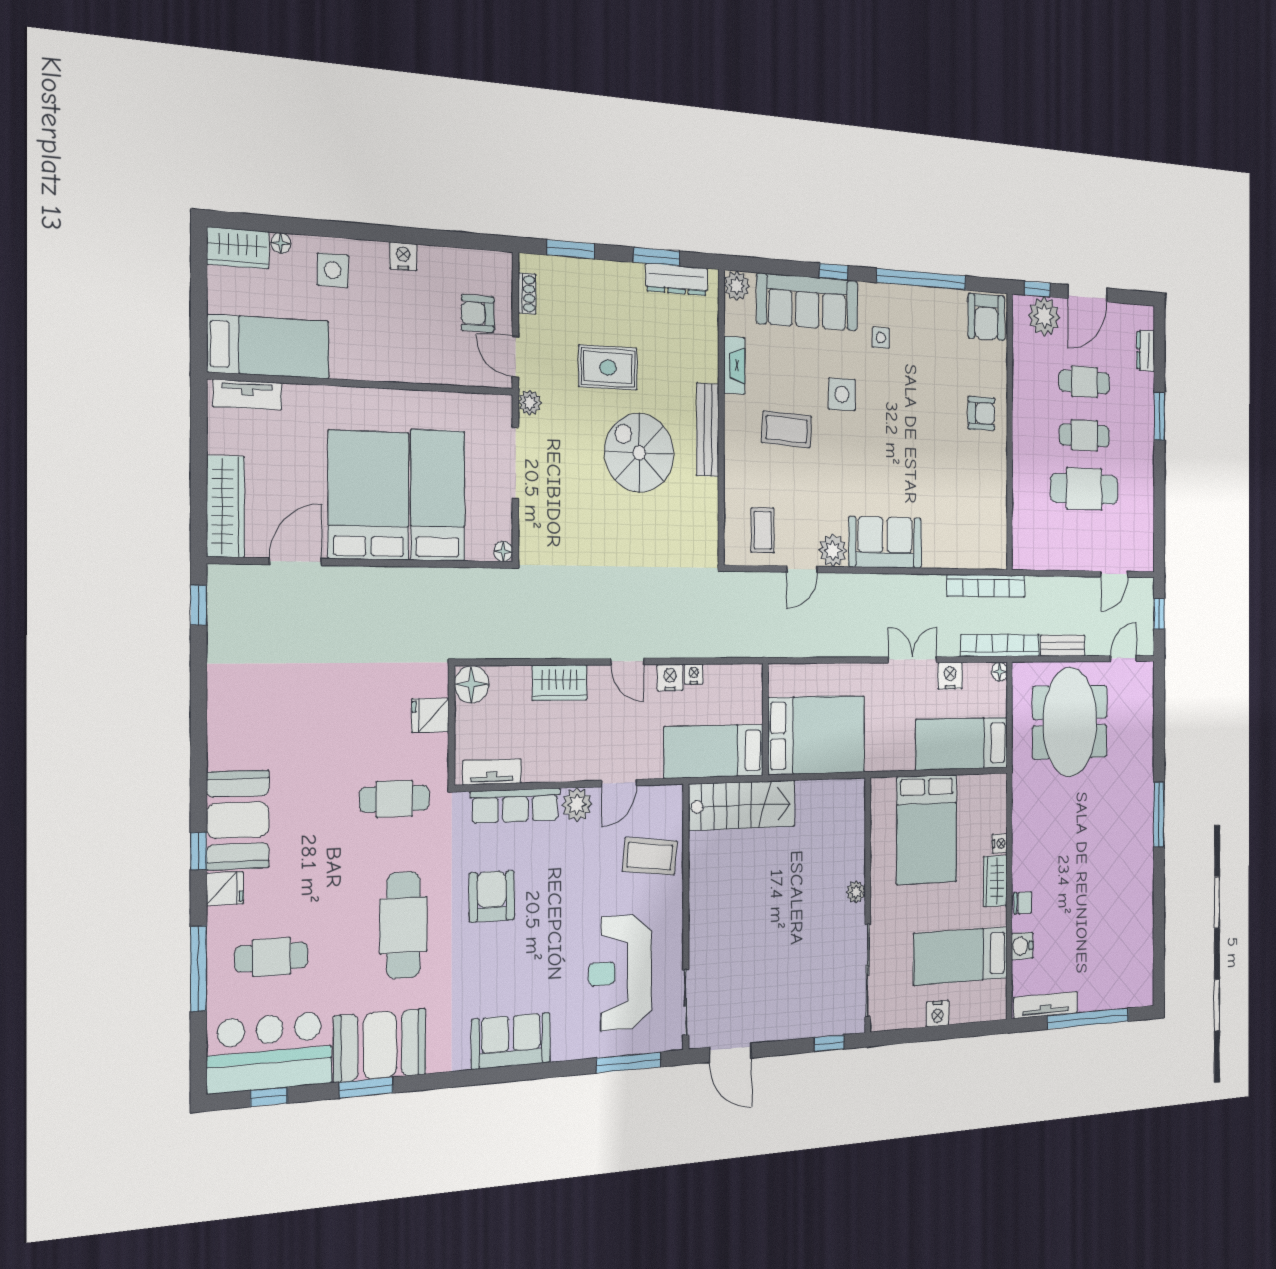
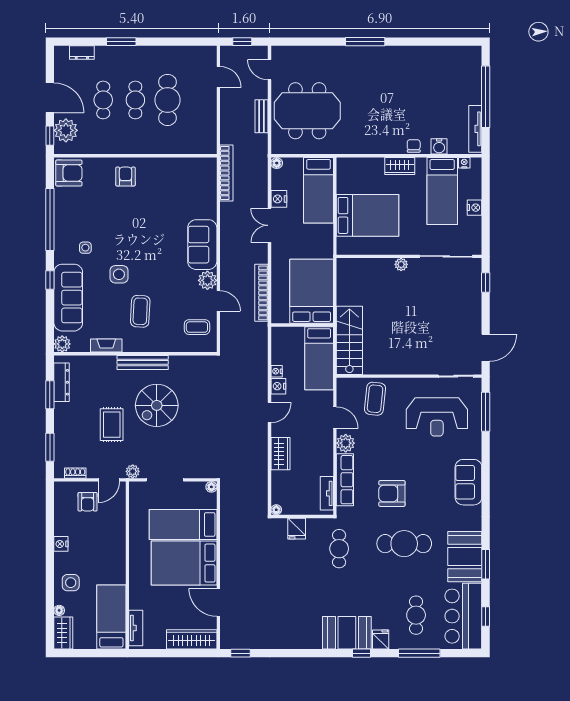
bookcase: (1000, 645) -> (261, 293), moved
floor lamp: (472, 684) -> (276, 510), width x0.53, depth x0.53
nightstand: (1000, 844) -> (464, 163), moved

